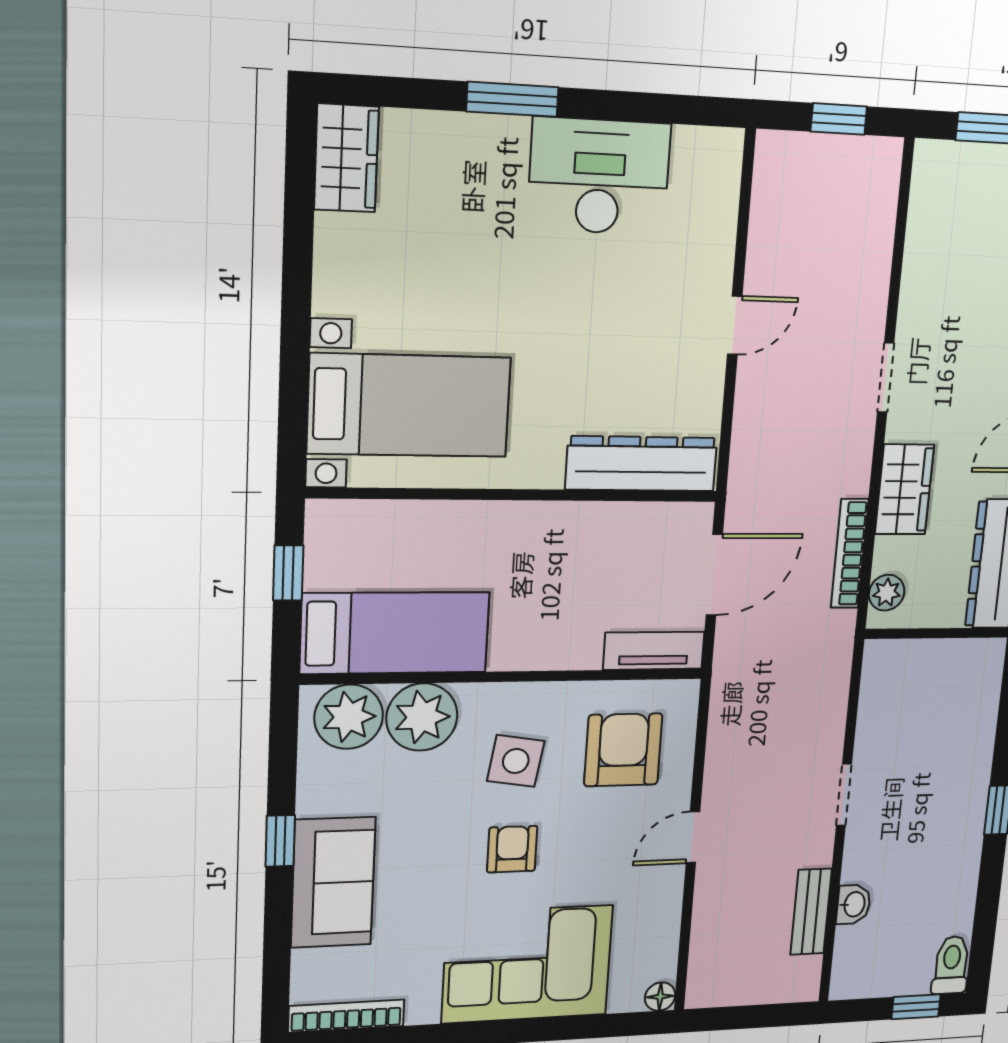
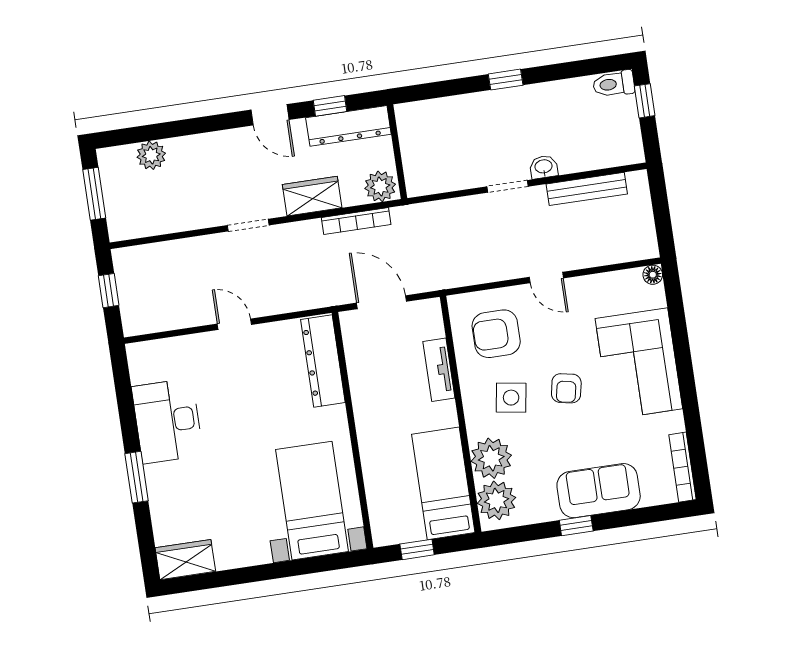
plant: (887, 593) -> (380, 186), width x1.38, depth x1.38
tv unit: (654, 651) -> (439, 370), moved
armchair: (512, 849) -> (566, 388), turned -79
washbasin: (854, 904) -> (544, 167), moved
bench: (811, 912) -> (587, 189), width x1.36

